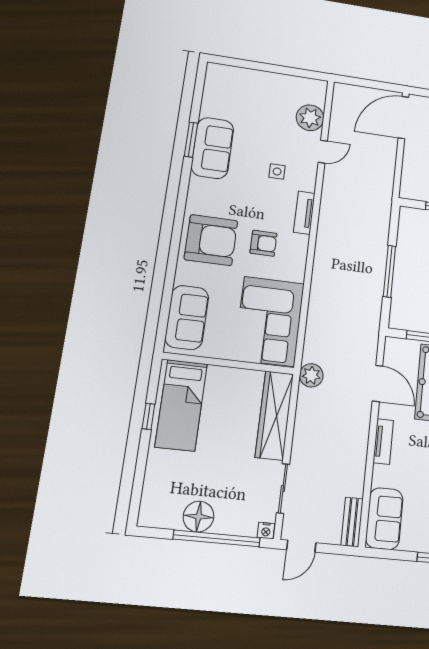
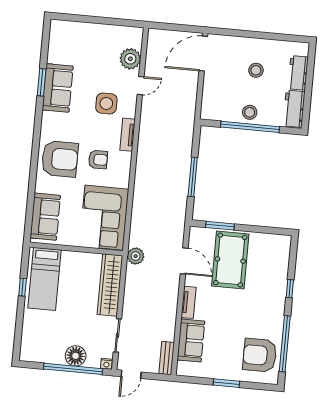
side table: (277, 171) -> (106, 103), width x1.87, depth x1.87
floor lamp: (199, 517) -> (76, 356), moved
sofa: (384, 519) -> (191, 340), moved

